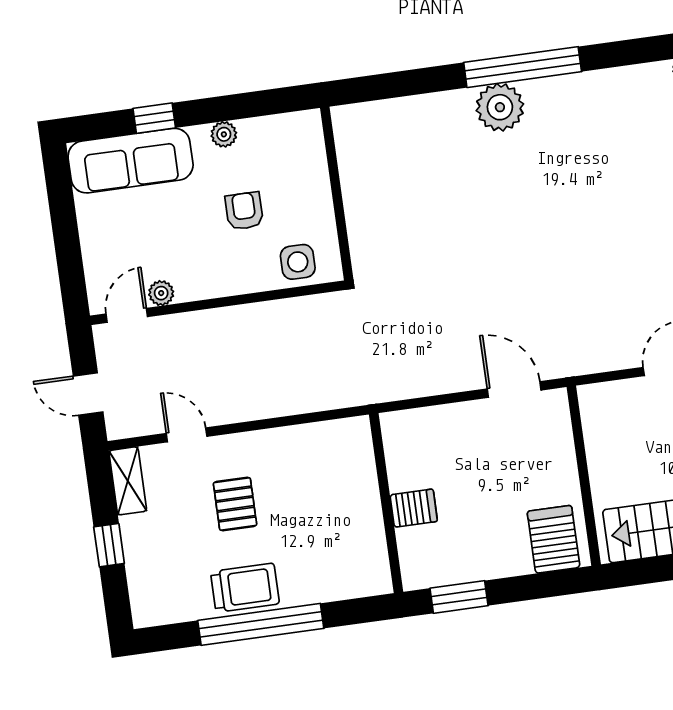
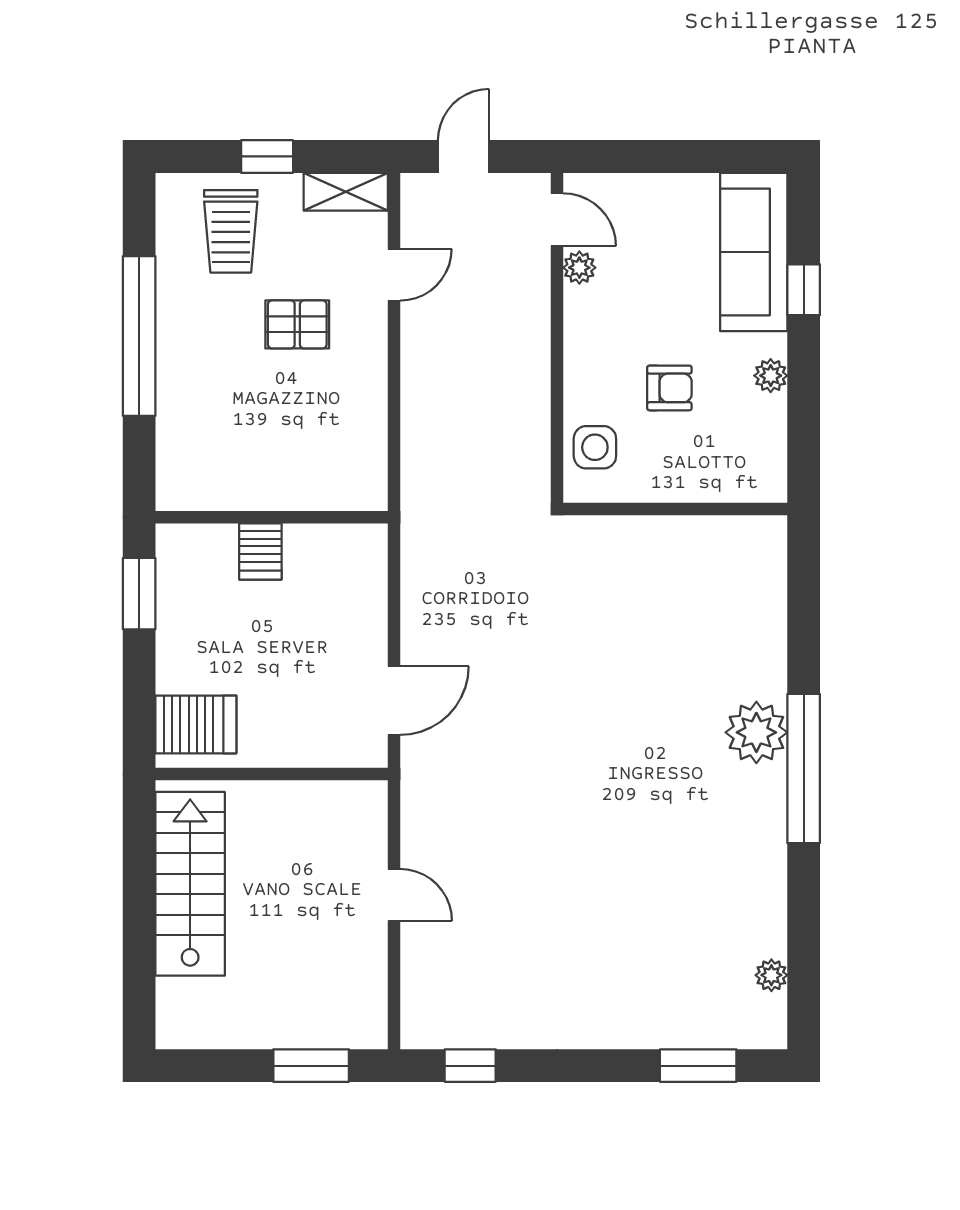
trolley: (245, 588) -> (231, 231), moved

